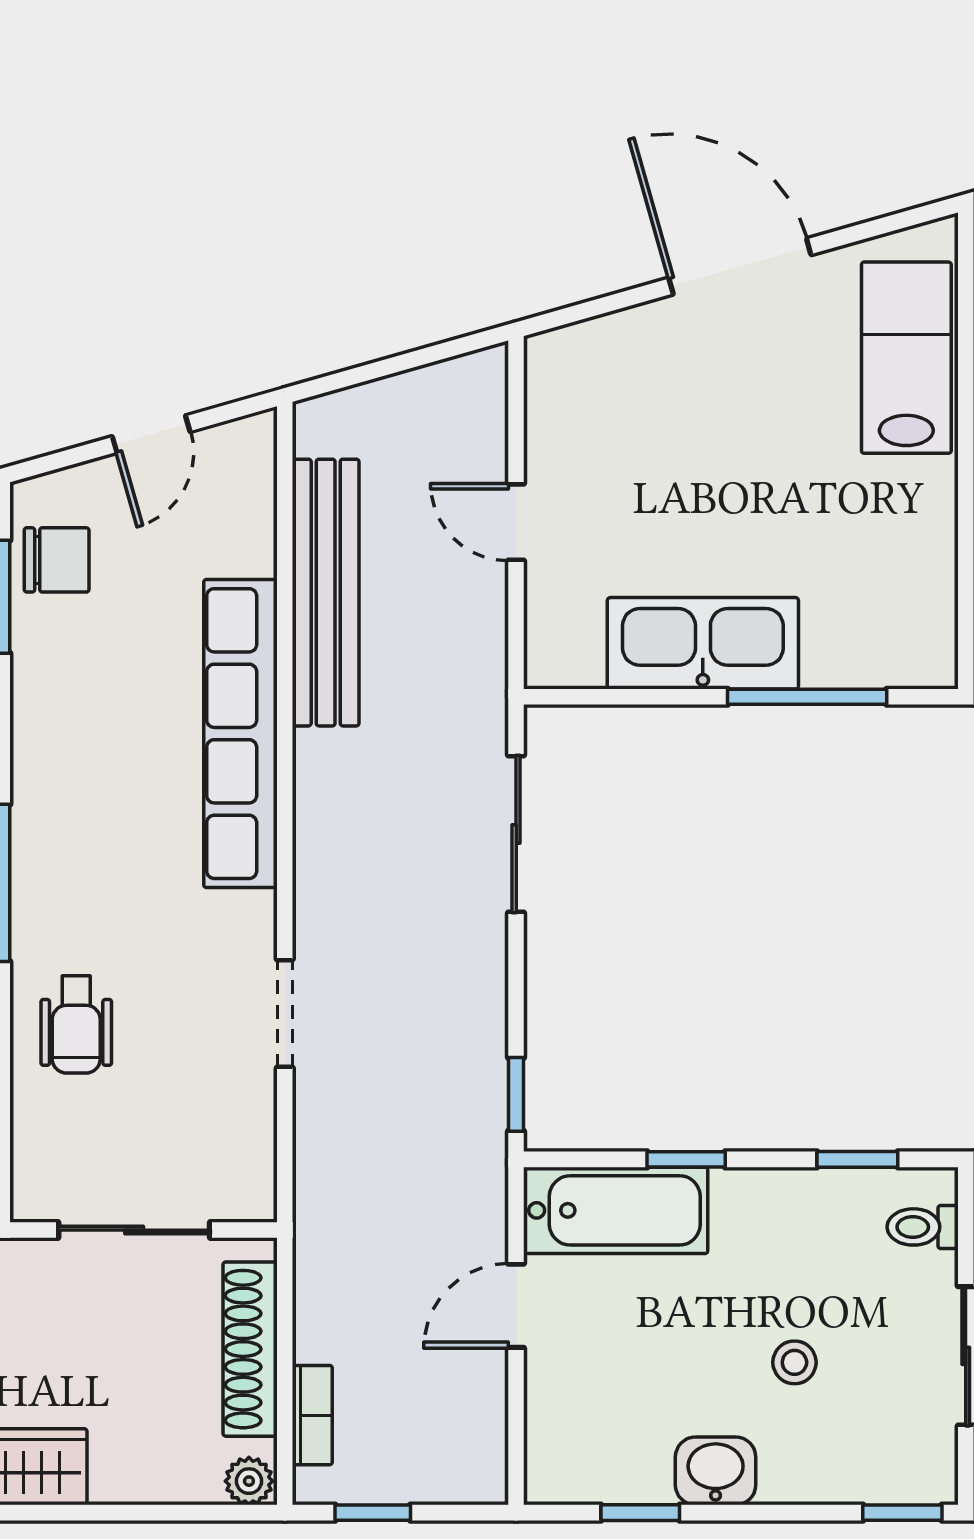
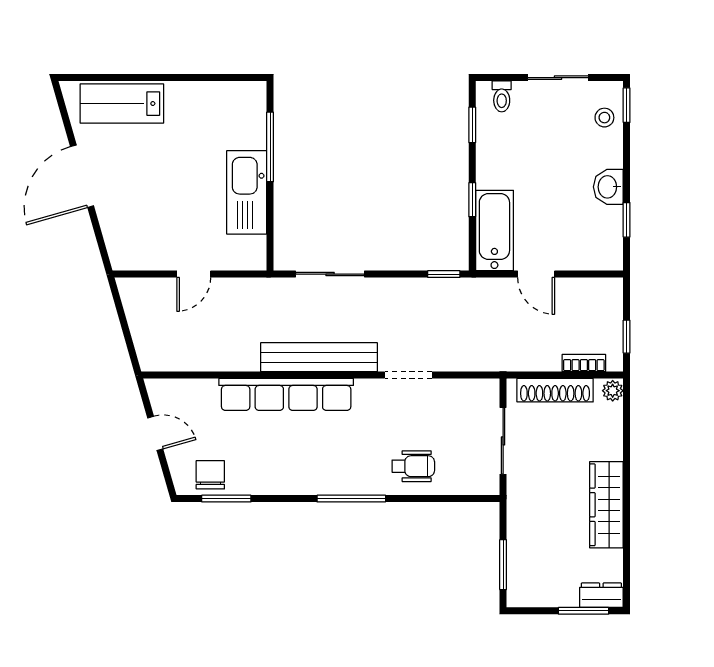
bench: (326, 593) -> (319, 357), moved
stool: (794, 1362) -> (604, 118), moved

